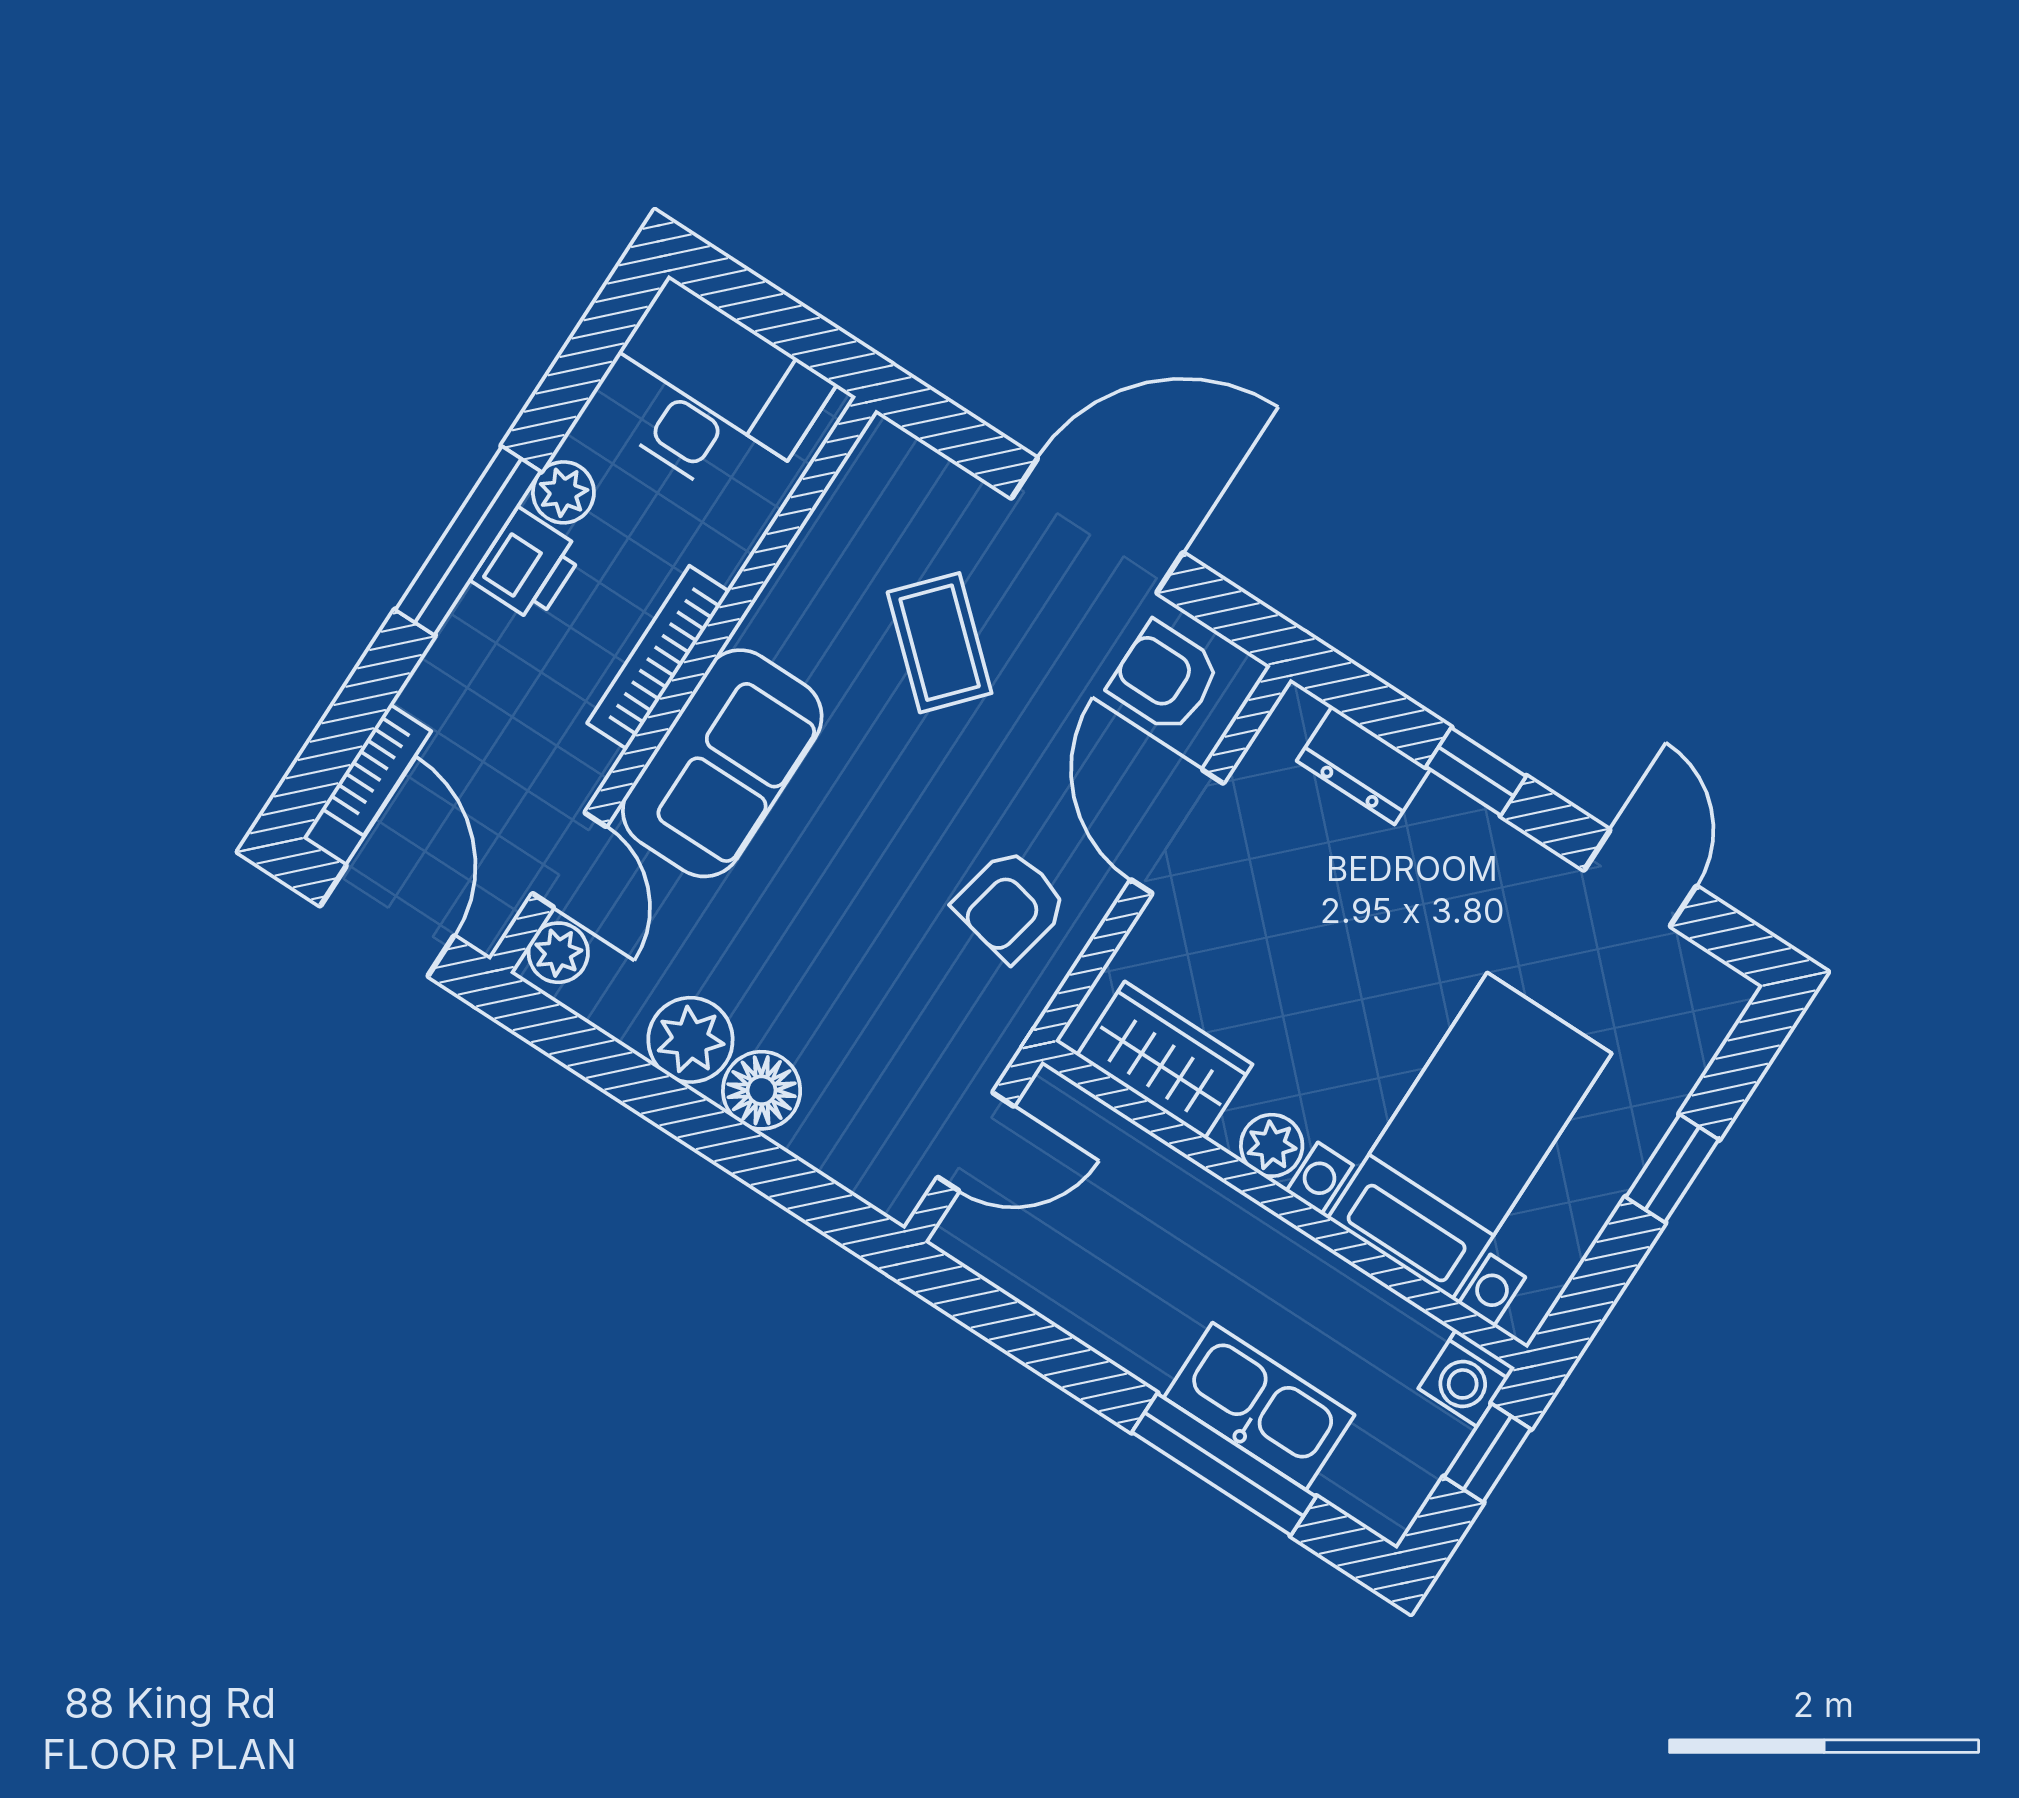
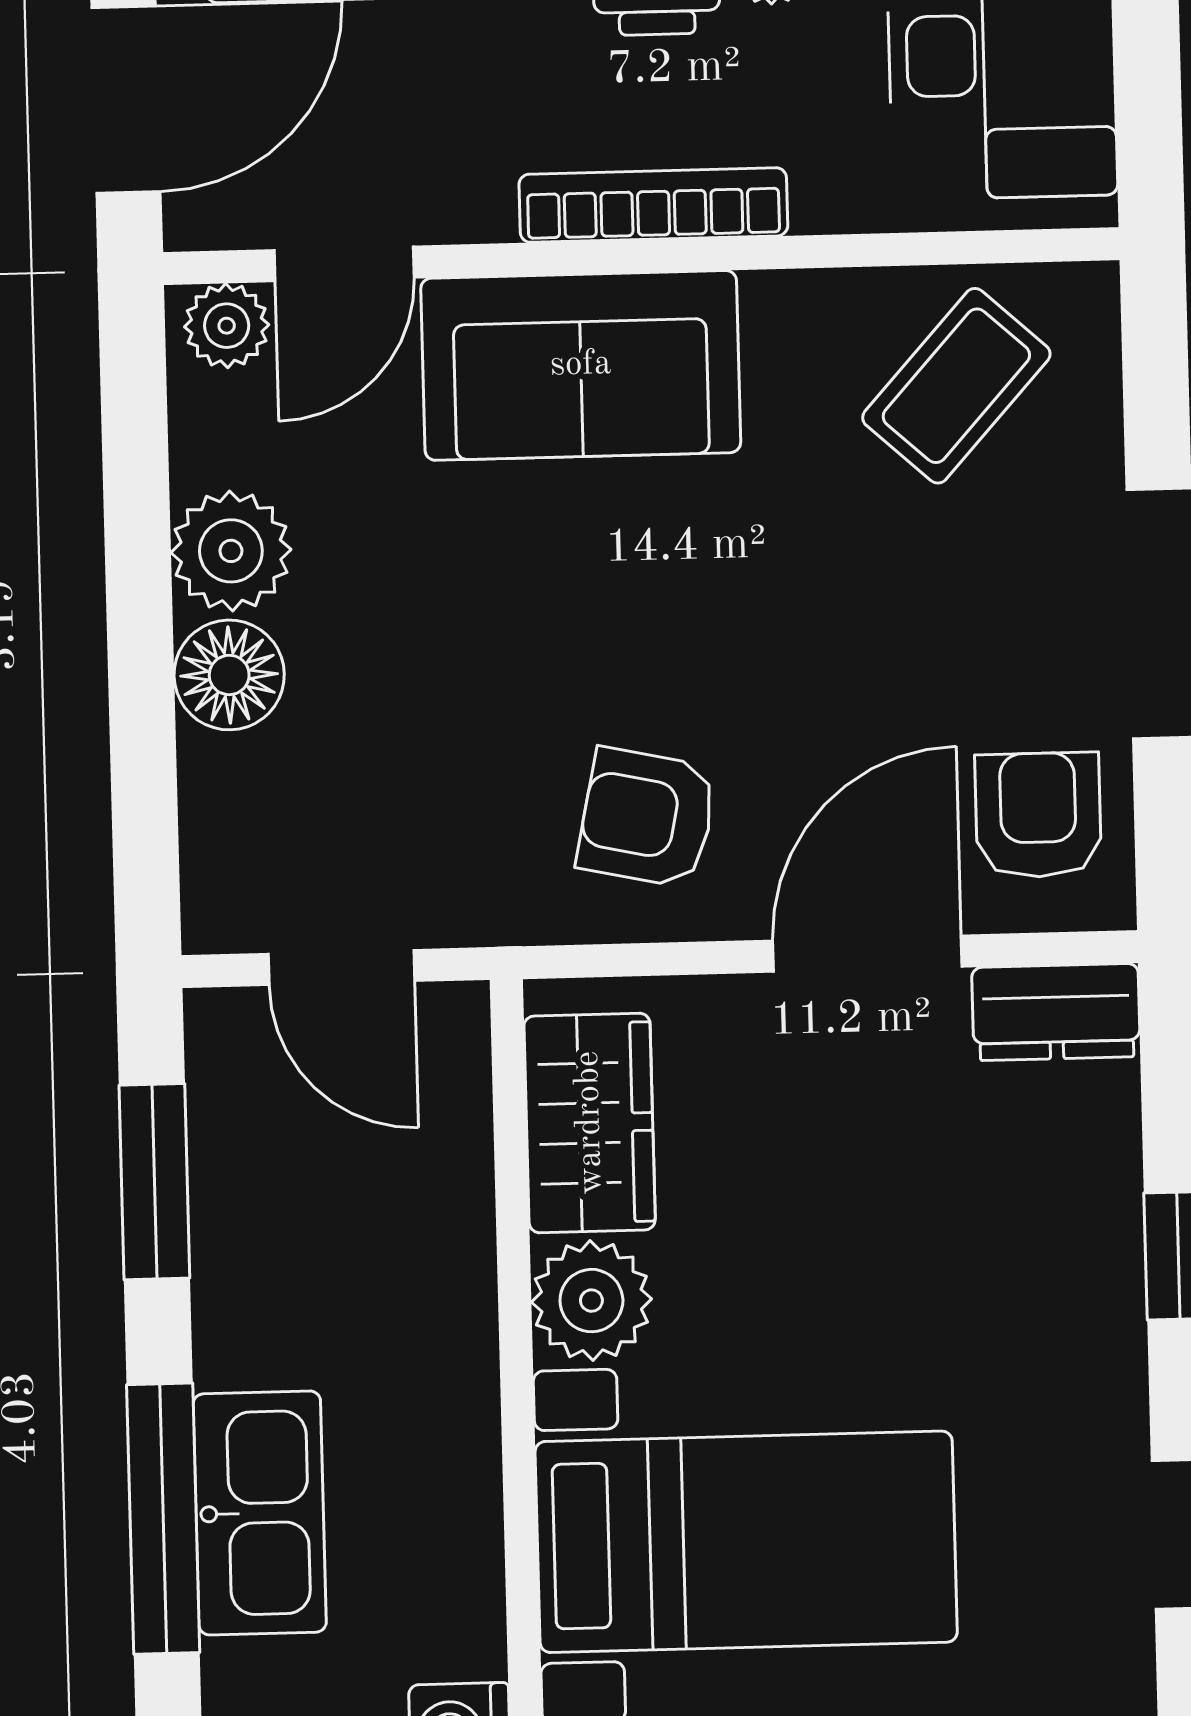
coffee table: (940, 643) -> (956, 386), moved
dresser: (1363, 765) -> (1056, 1012), moved, turned -90
plant: (1272, 1145) -> (591, 1301), width x1.38, depth x1.38
window: (1025, 1335) -> (154, 1182), added

